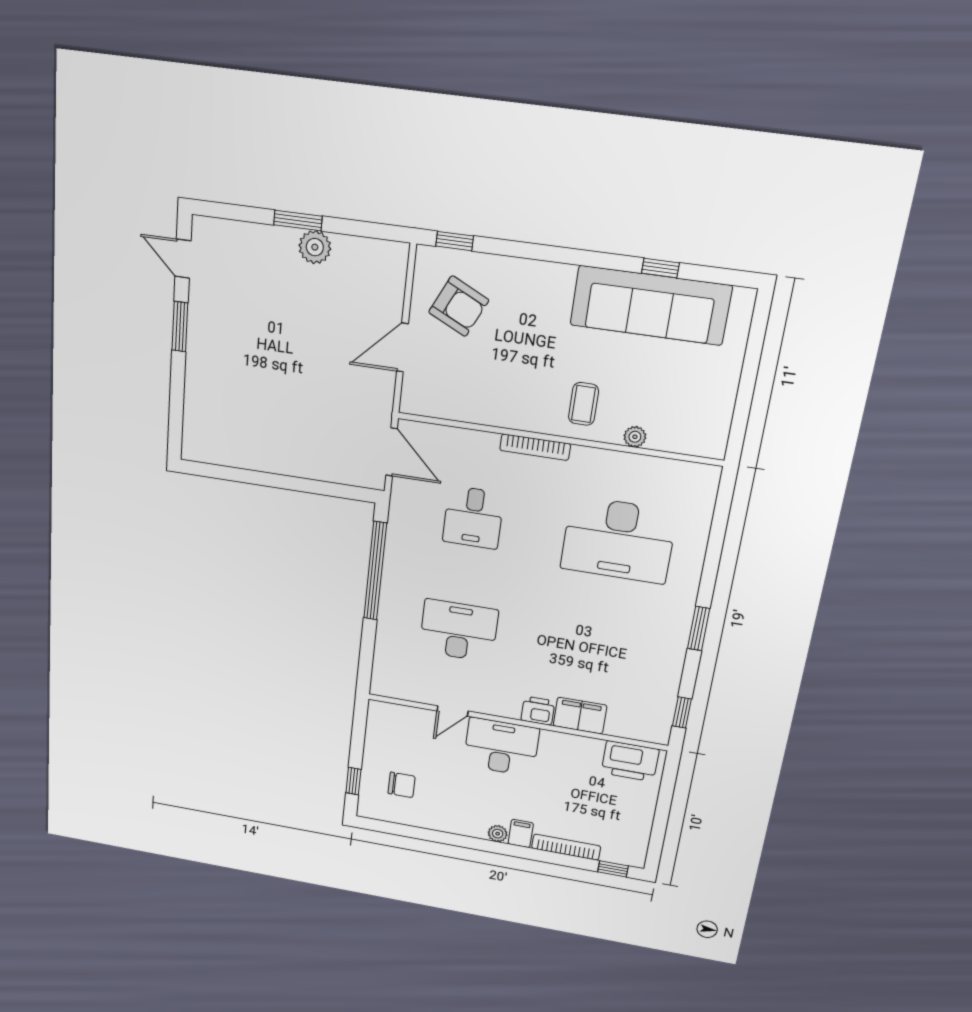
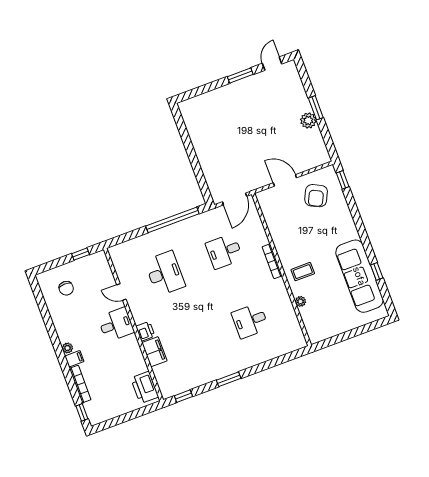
desk: (618, 540) -> (250, 321), width x0.53, depth x0.77
desk: (501, 747) -> (116, 325), width x0.73
window: (353, 781) -> (81, 254), moved

